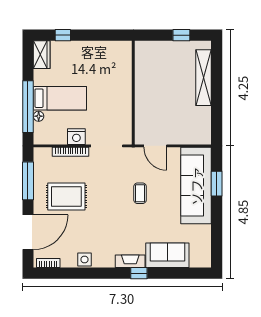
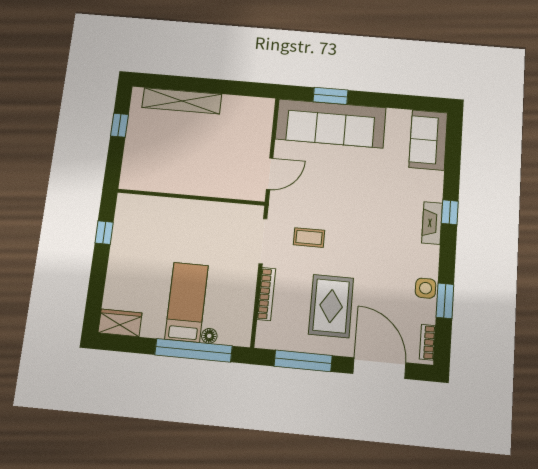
window: (63, 35) -> (104, 233), moved
nightstand: (76, 137) -> (245, 283), removed
coffee table: (140, 193) -> (309, 238), moved
sofa: (167, 255) -> (428, 140), moved
window: (77, 273) -> (445, 301), added

